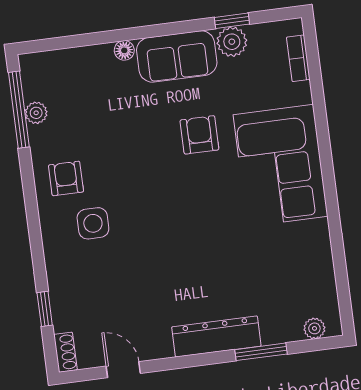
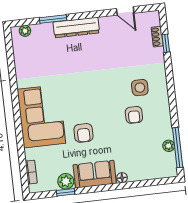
armchair: (66, 178) -> (134, 115), moved
shoe rack: (65, 352) -> (157, 37), moved

